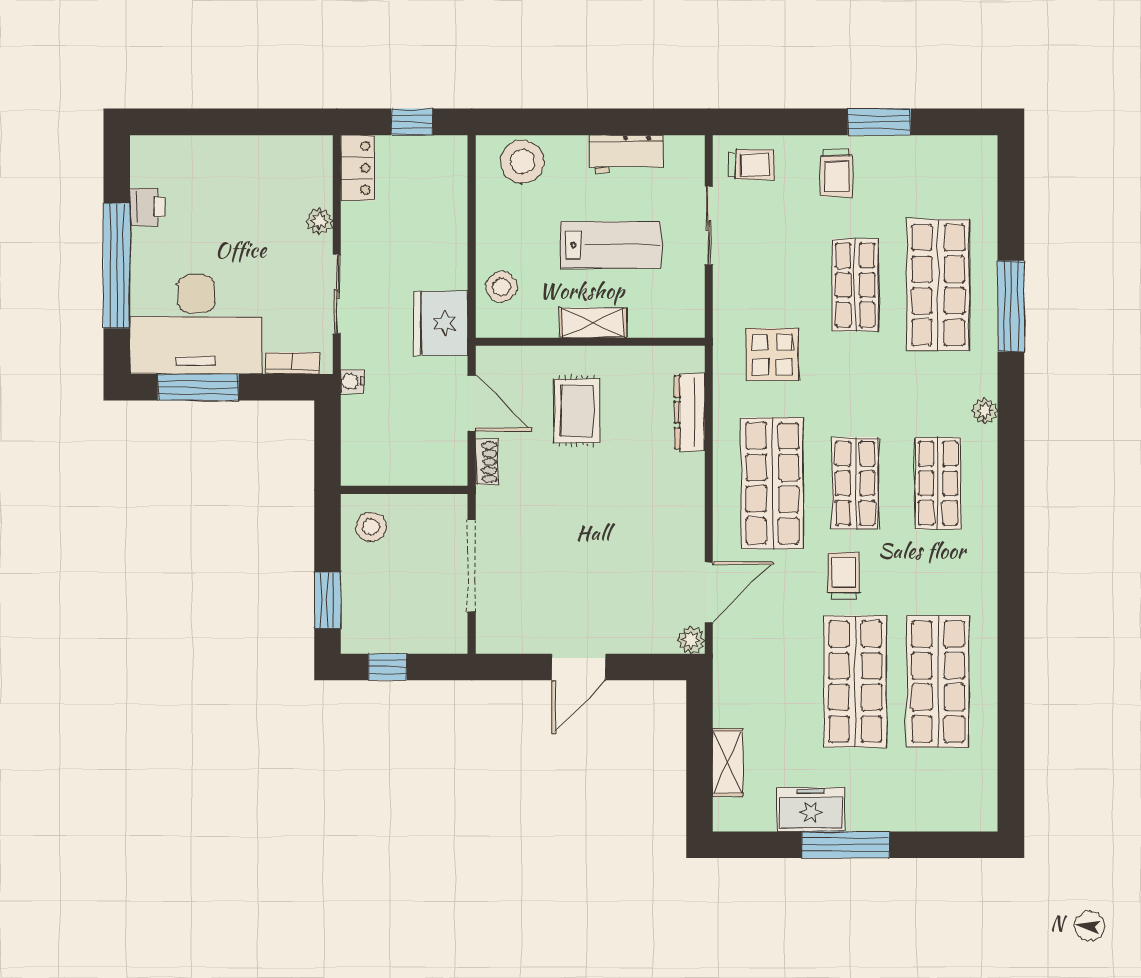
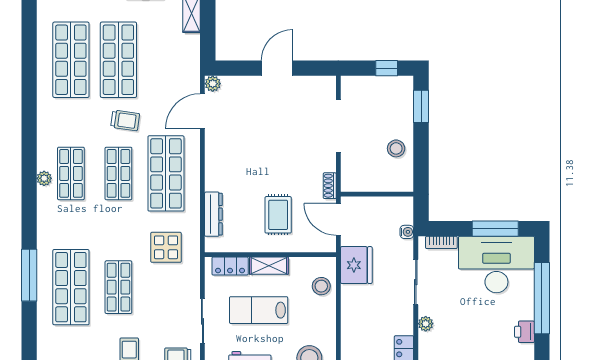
locker: (661, 322) -> (230, 266), added
plant: (985, 411) -> (44, 178), moved
wall: (404, 490) -> (377, 194), moved
trolley: (844, 576) -> (125, 120), turned -82

